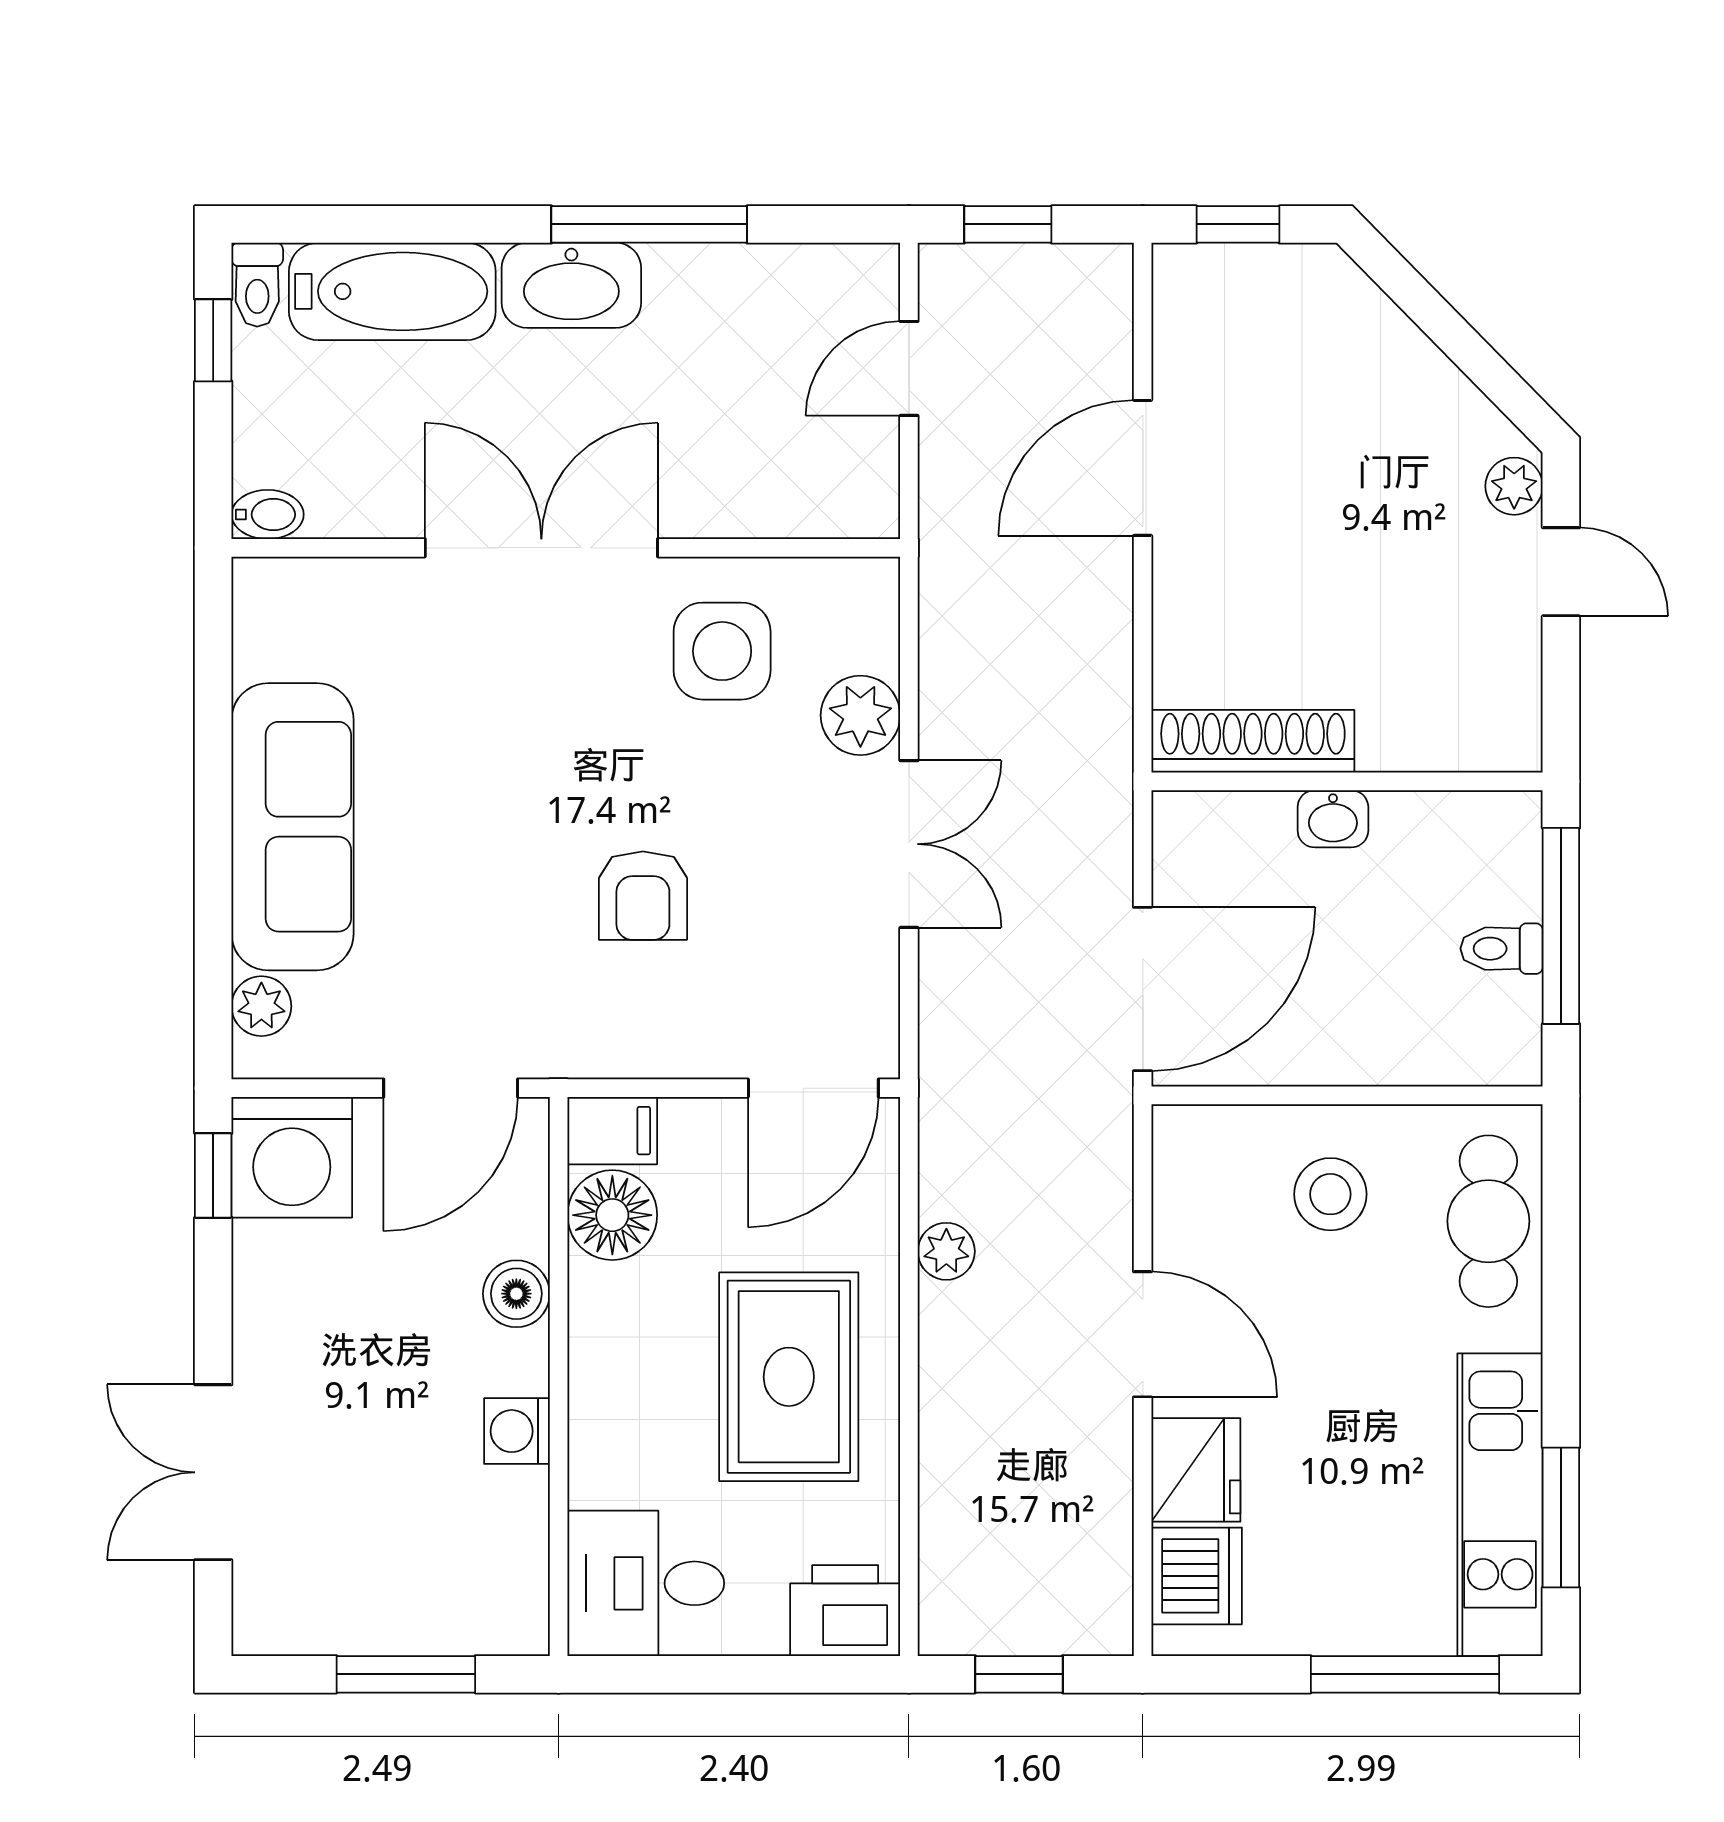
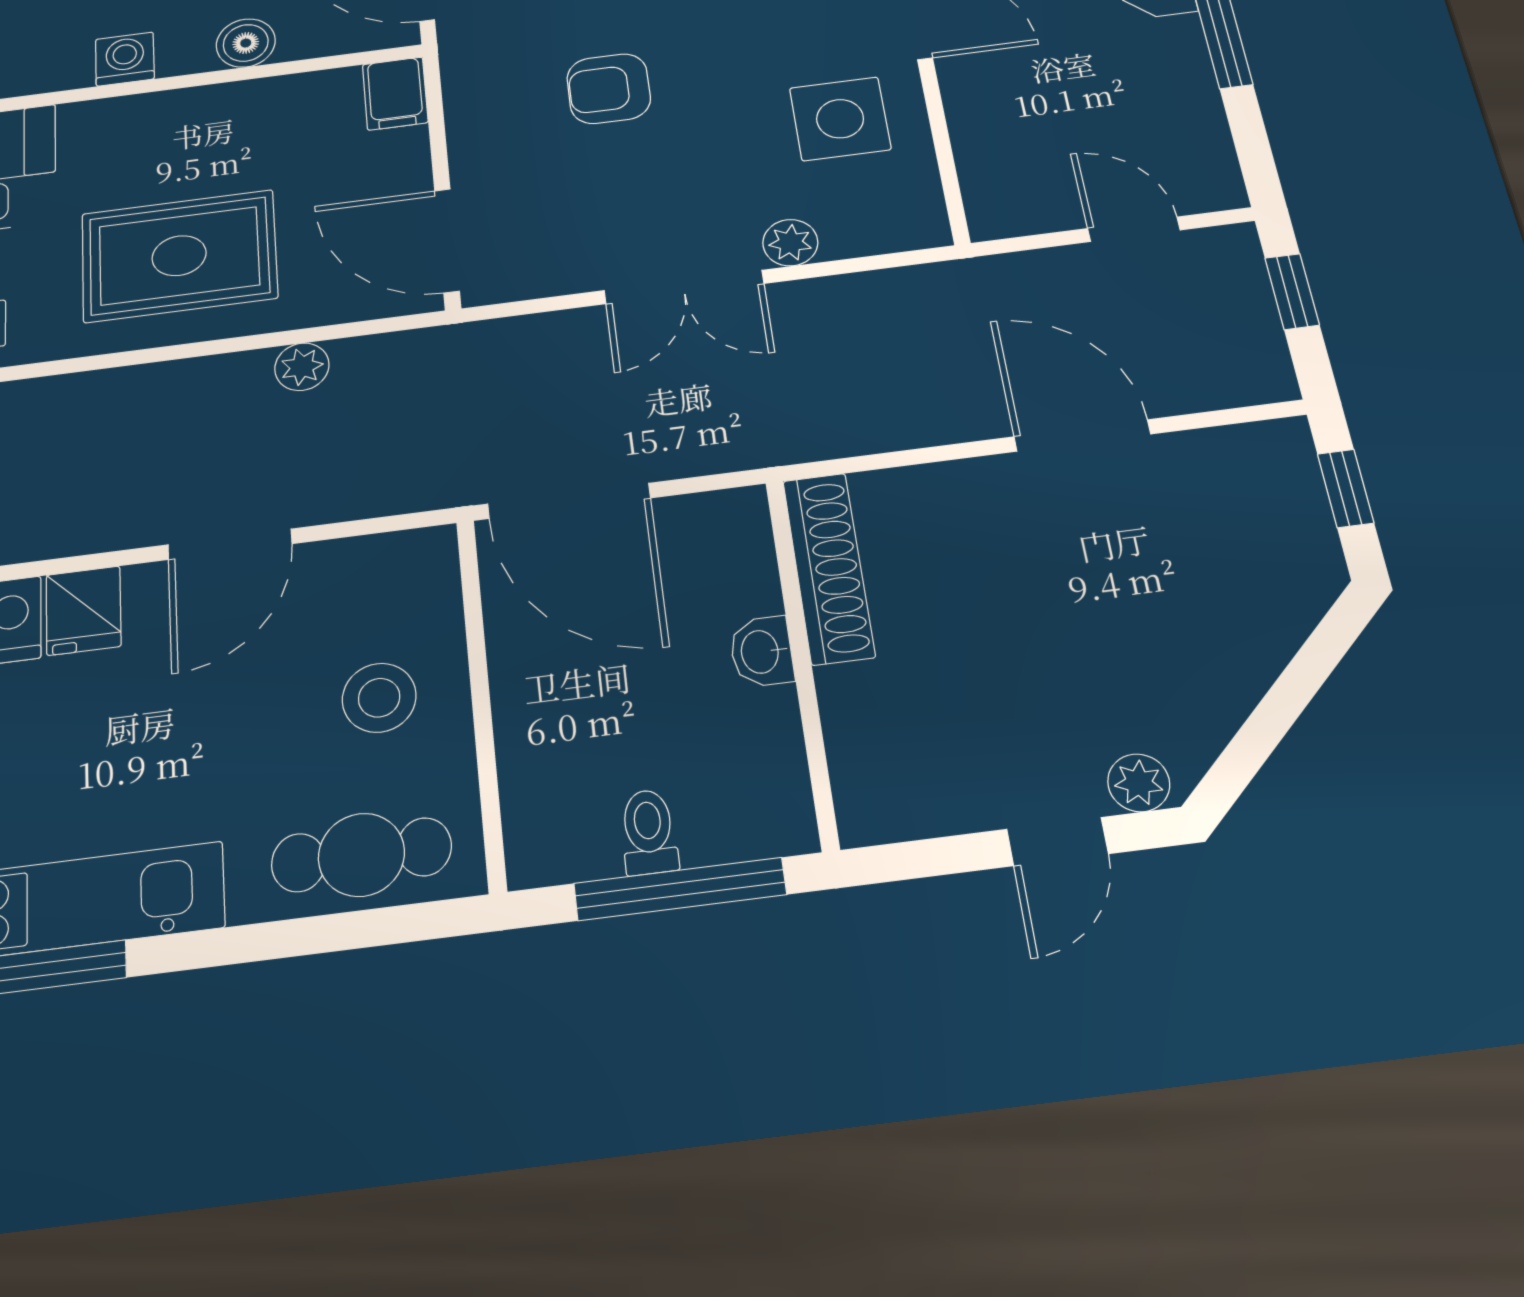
plant: (860, 715) -> (790, 243), width x0.73, depth x0.73
floor lamp: (612, 1215) -> (319, 103), removed
fridge: (1196, 1470) -> (84, 611), width x0.72

